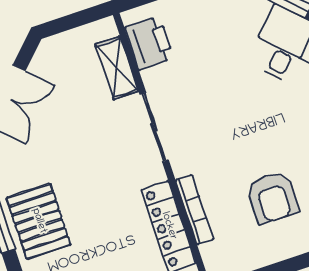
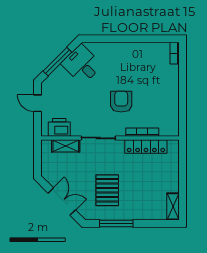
armchair: (272, 198) -> (121, 102), moved, turned -90
pallet: (39, 221) -> (107, 190), moved, turned 90

